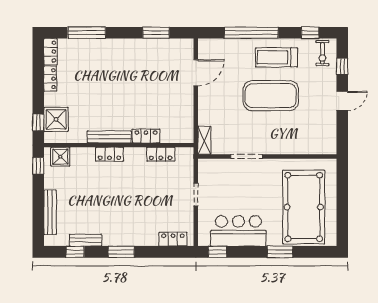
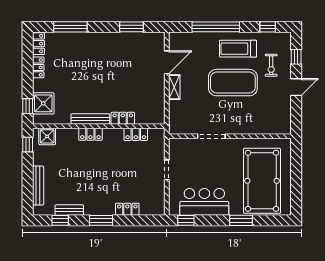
exercise bike: (322, 53) -> (271, 65), moved
shelving: (204, 140) -> (174, 87), moved
locker: (173, 239) -> (127, 209), moved

